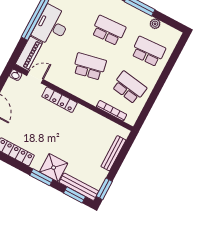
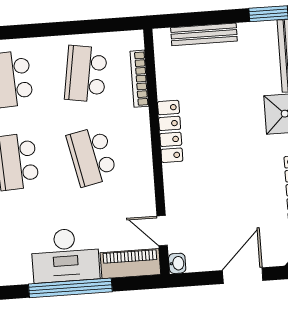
locker: (59, 100) -> (170, 131), moved

